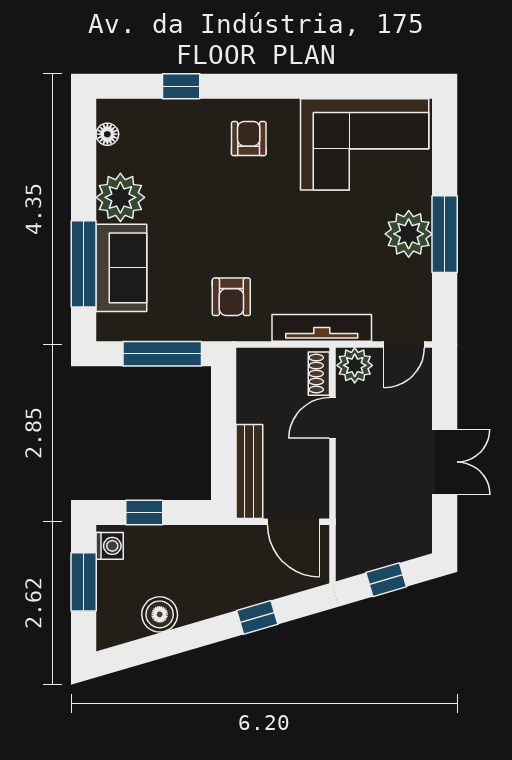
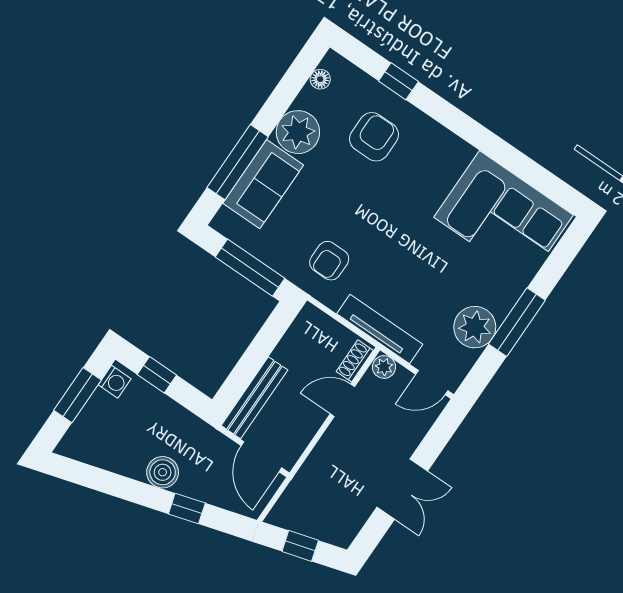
armchair: (249, 139) -> (374, 137), moved, width x1.38, depth x1.38
plant: (409, 234) -> (475, 327), moved
plant: (355, 365) -> (384, 367), width x0.73, depth x0.73
boiler: (160, 614) -> (163, 472), moved

